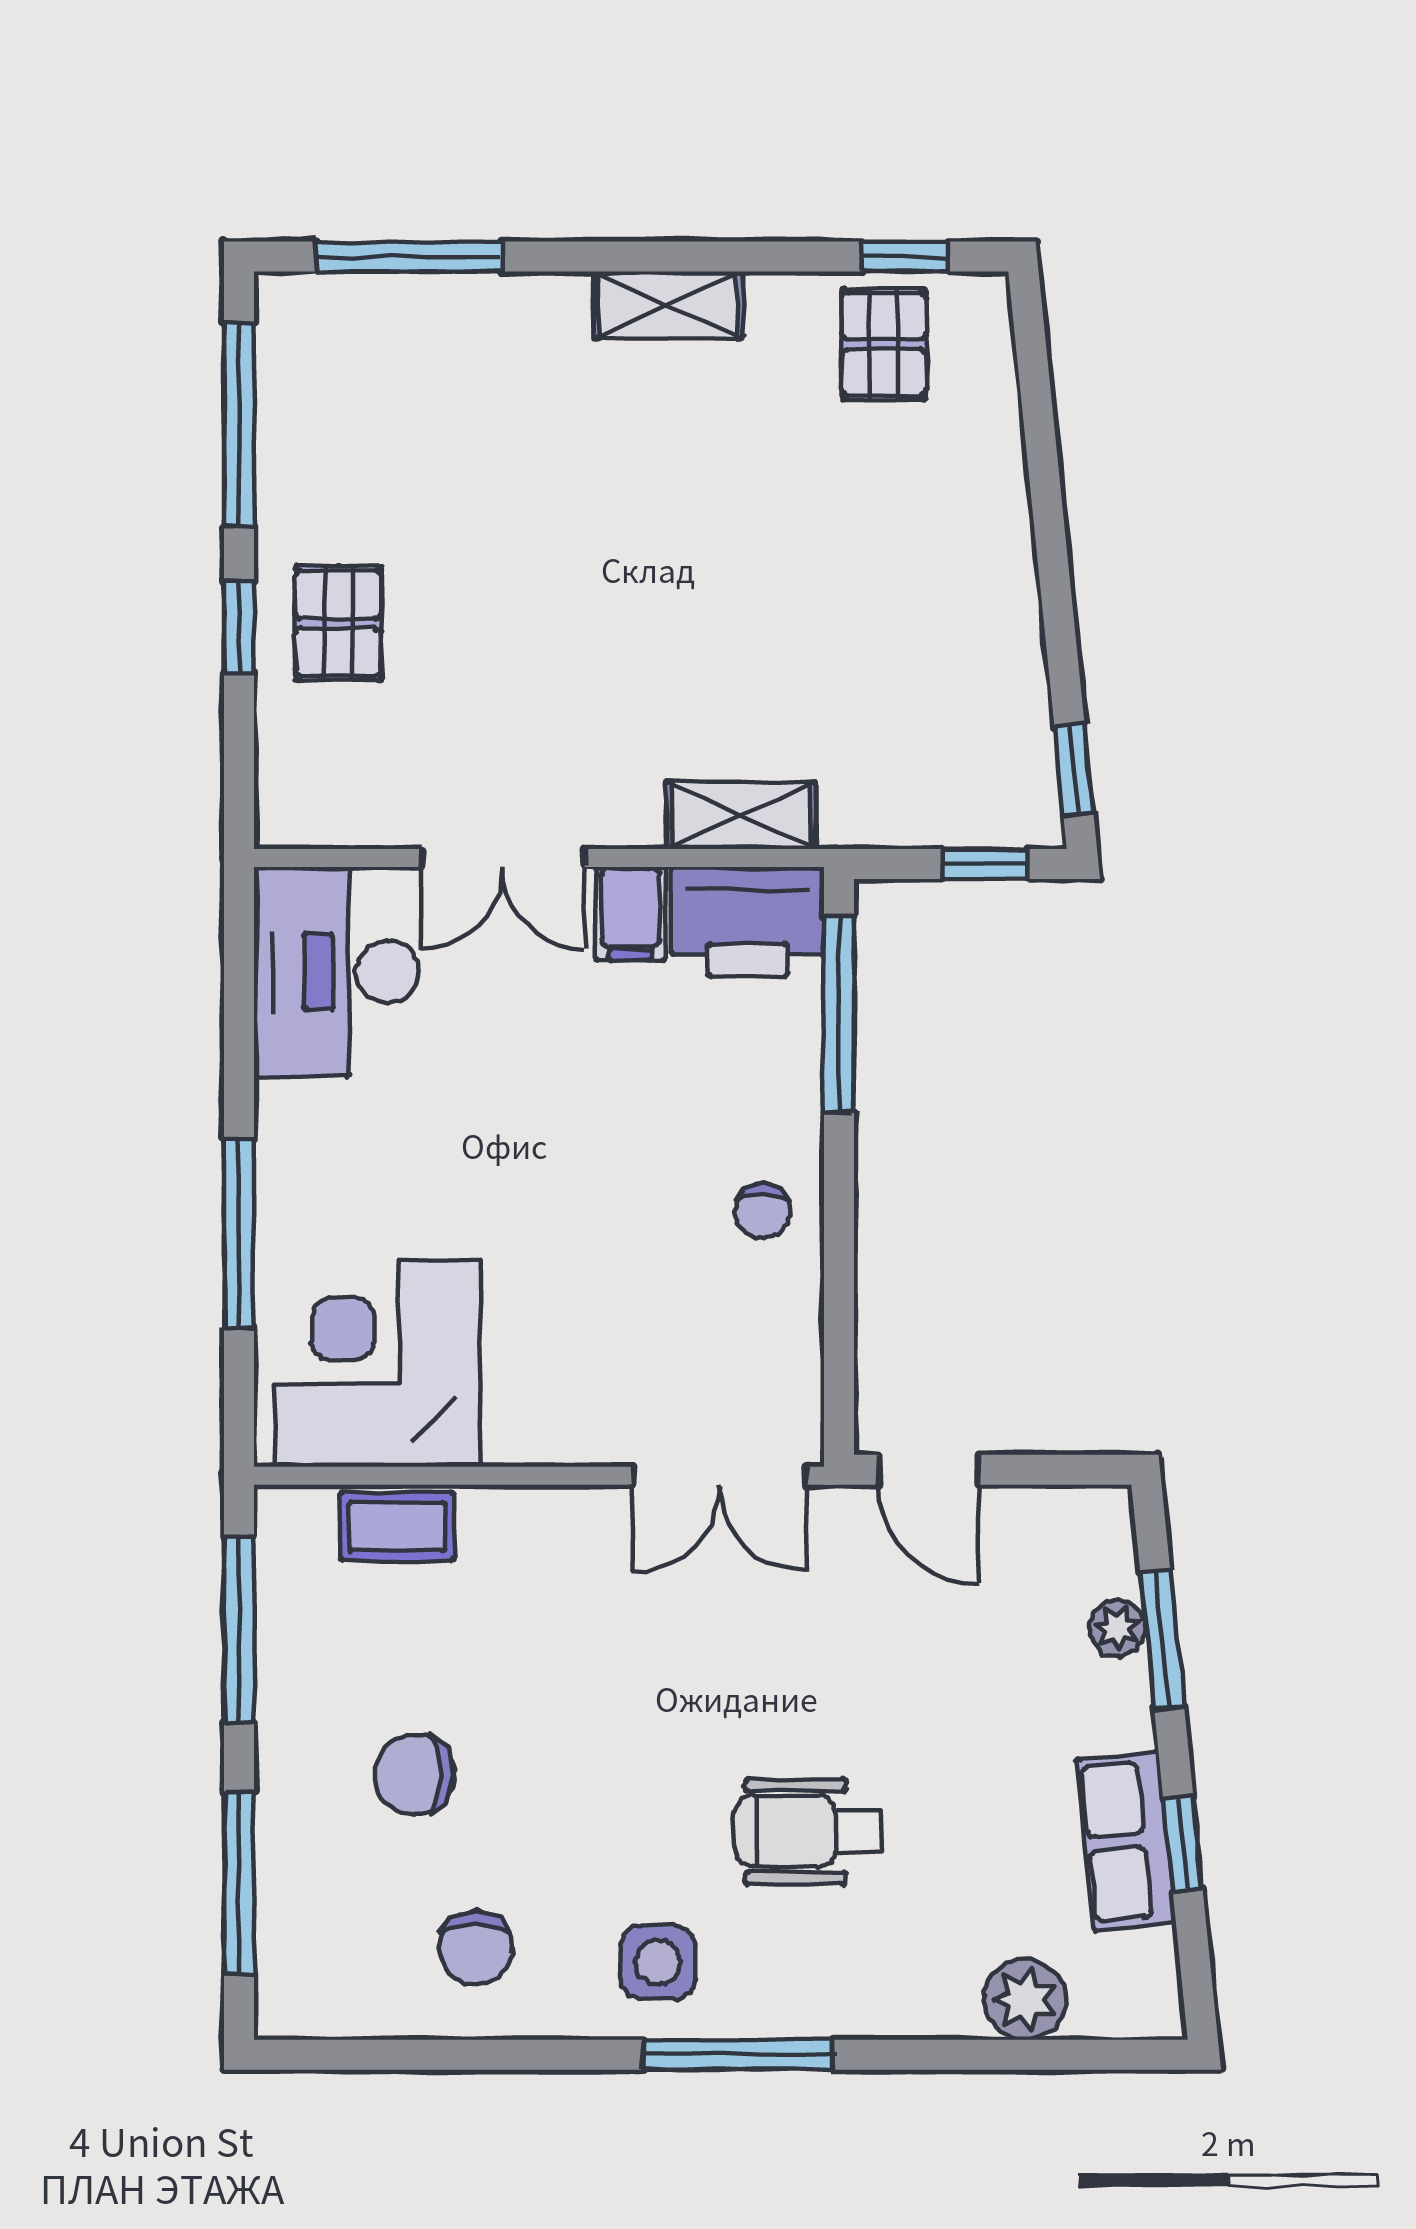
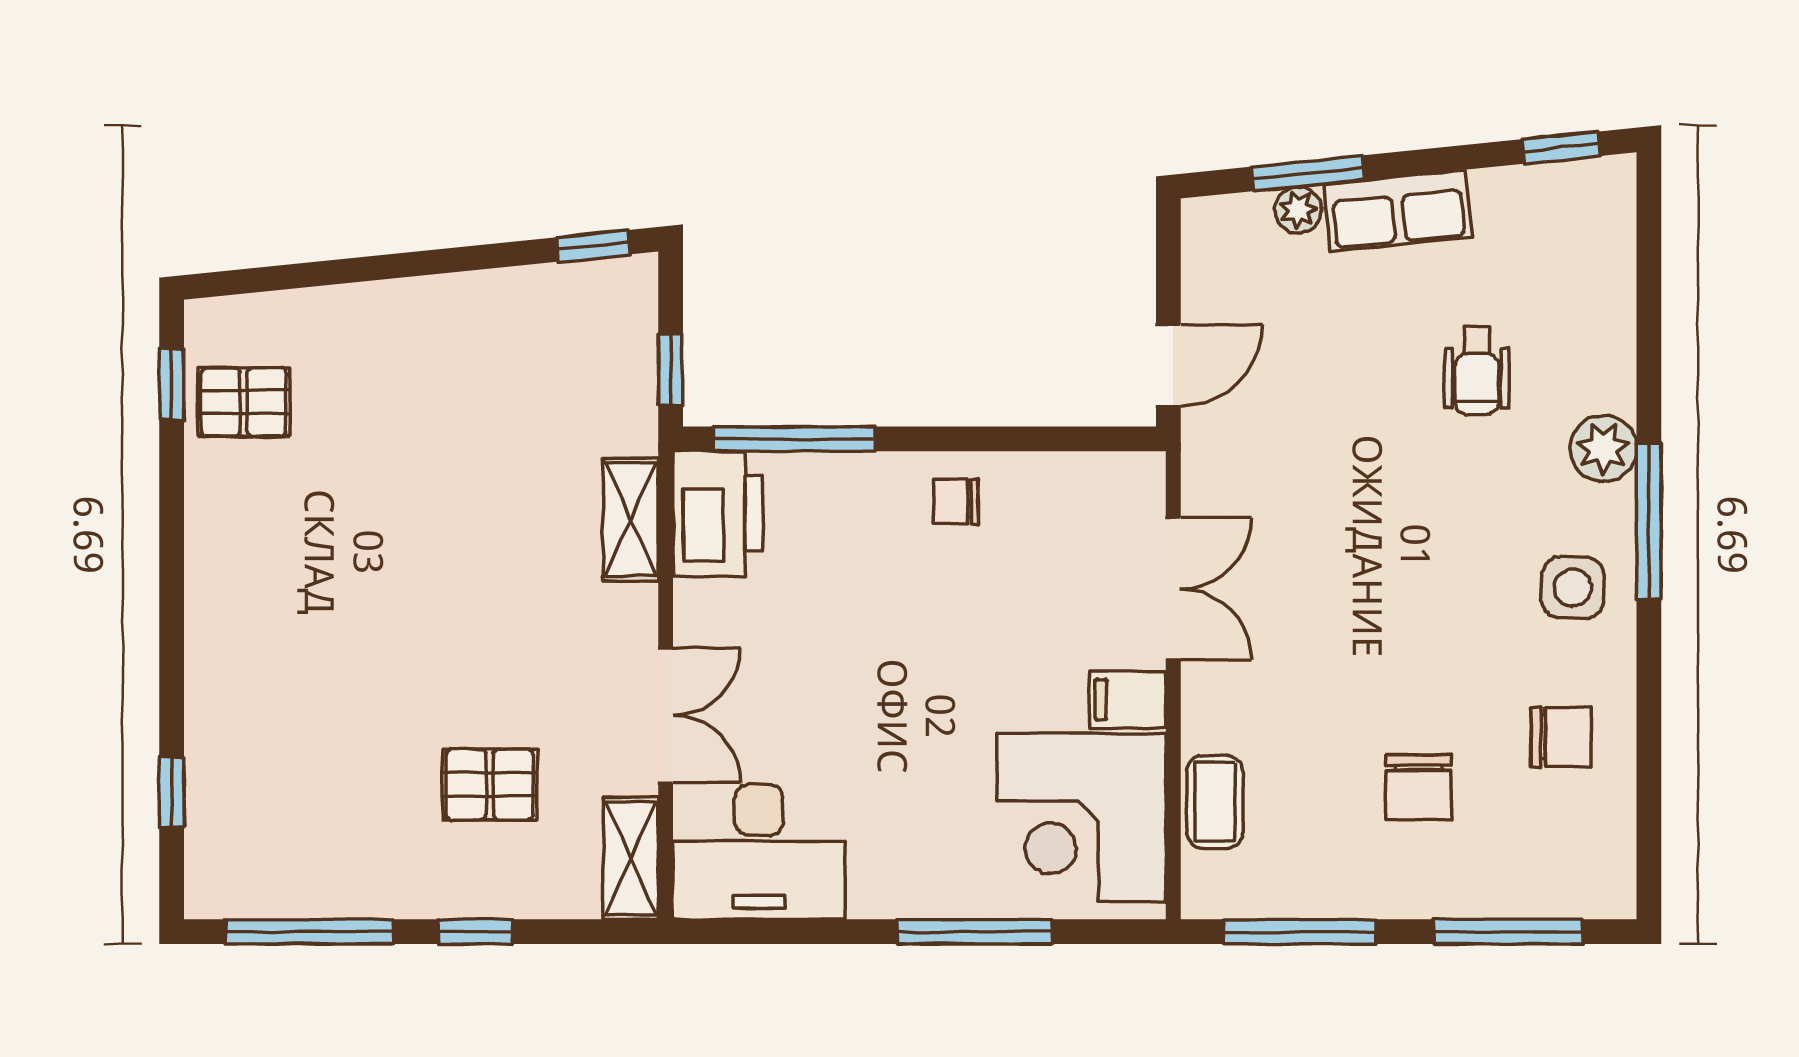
window: (409, 257) -> (172, 792), width x0.46
shelving: (668, 305) -> (631, 858), moved
pallet: (338, 623) -> (490, 784), moved
window: (985, 864) -> (671, 370), moved
filing cabinet: (631, 913) -> (1128, 700), moved, turned 180
chair: (763, 1211) -> (956, 501), turned 180
double door: (720, 1476) -> (1173, 589), moved
wheelchair: (807, 1831) -> (1477, 371), moved, width x0.73, depth x0.73
row of seats: (1126, 1841) -> (1398, 211), moved
window: (1183, 1844) -> (1561, 148), moved
plant: (1025, 1999) -> (1603, 448), moved

